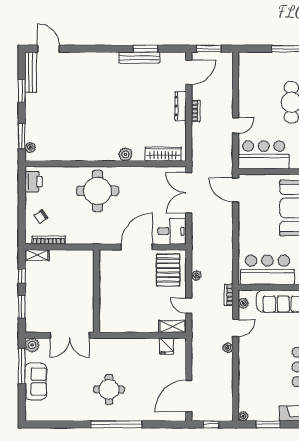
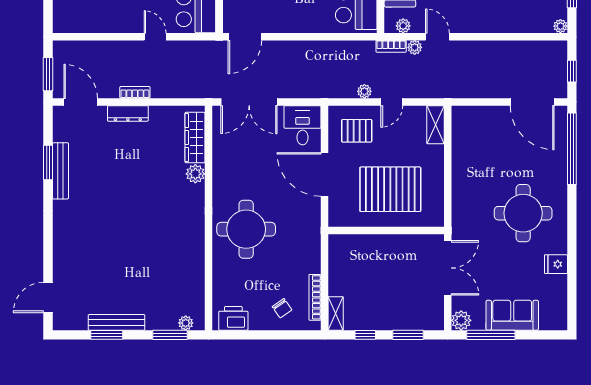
bench: (31, 72) -> (117, 322), moved
plant: (125, 154) -> (195, 174), moved
pallet: (168, 270) -> (357, 131), width x0.67, depth x0.71
pallet: (126, 294) -> (390, 189), added
door: (189, 306) -> (392, 102), moved
fridge: (167, 346) -> (556, 264), moved, turned 180
plant: (228, 348) -> (415, 47), moved
round table: (109, 389) -> (523, 213), width x1.36, depth x1.36
window: (116, 424) -> (572, 149), moved

